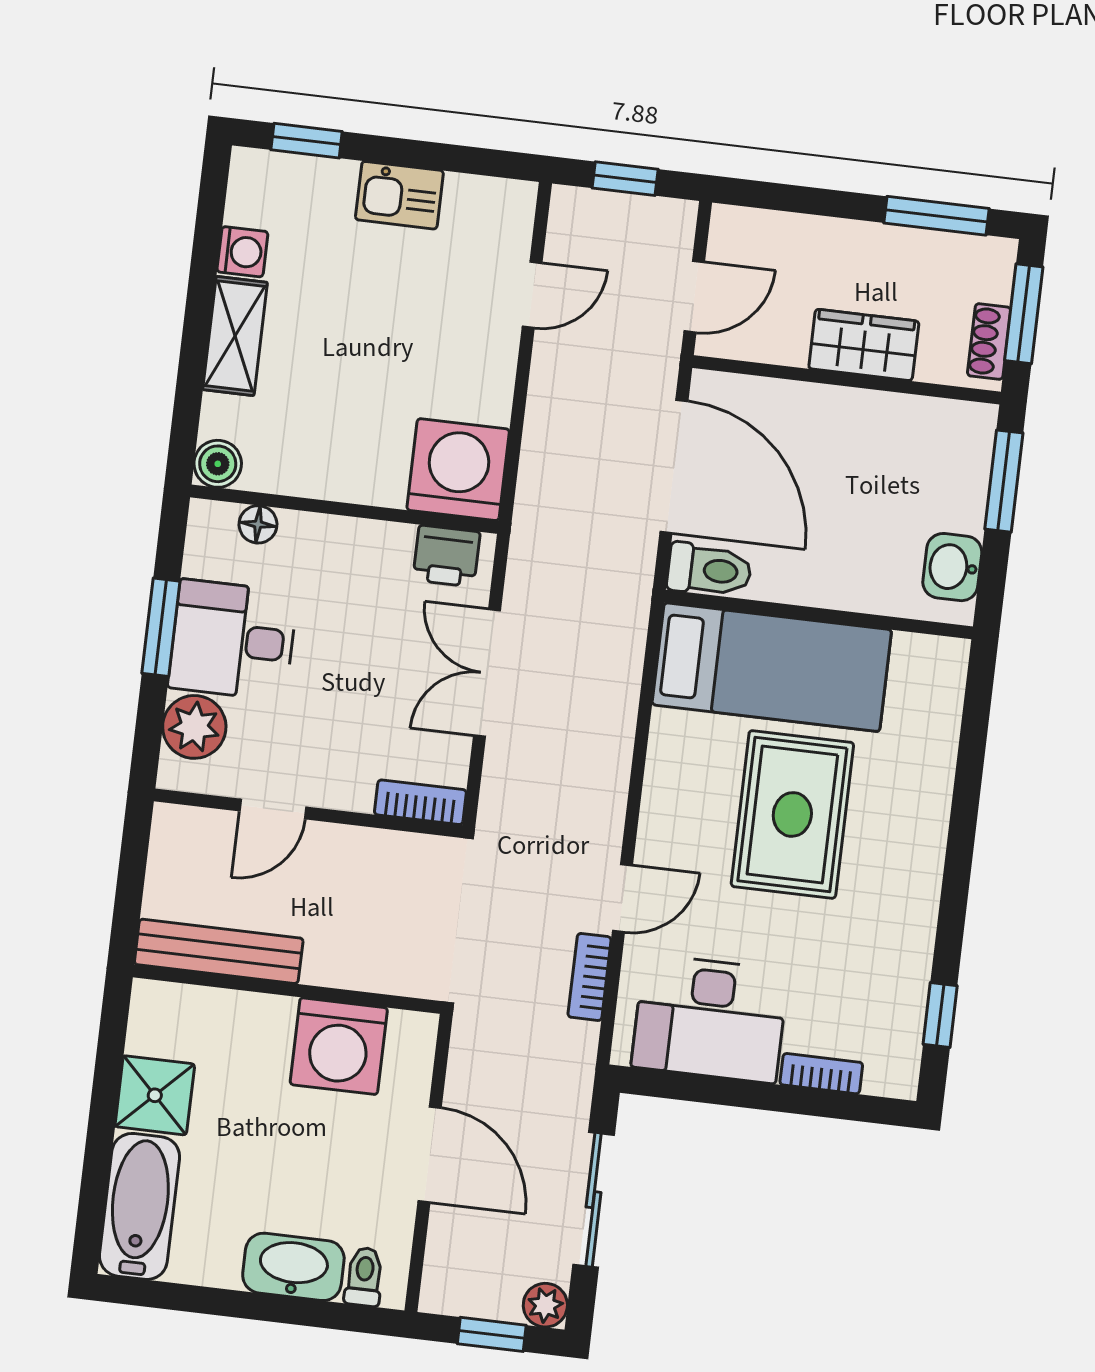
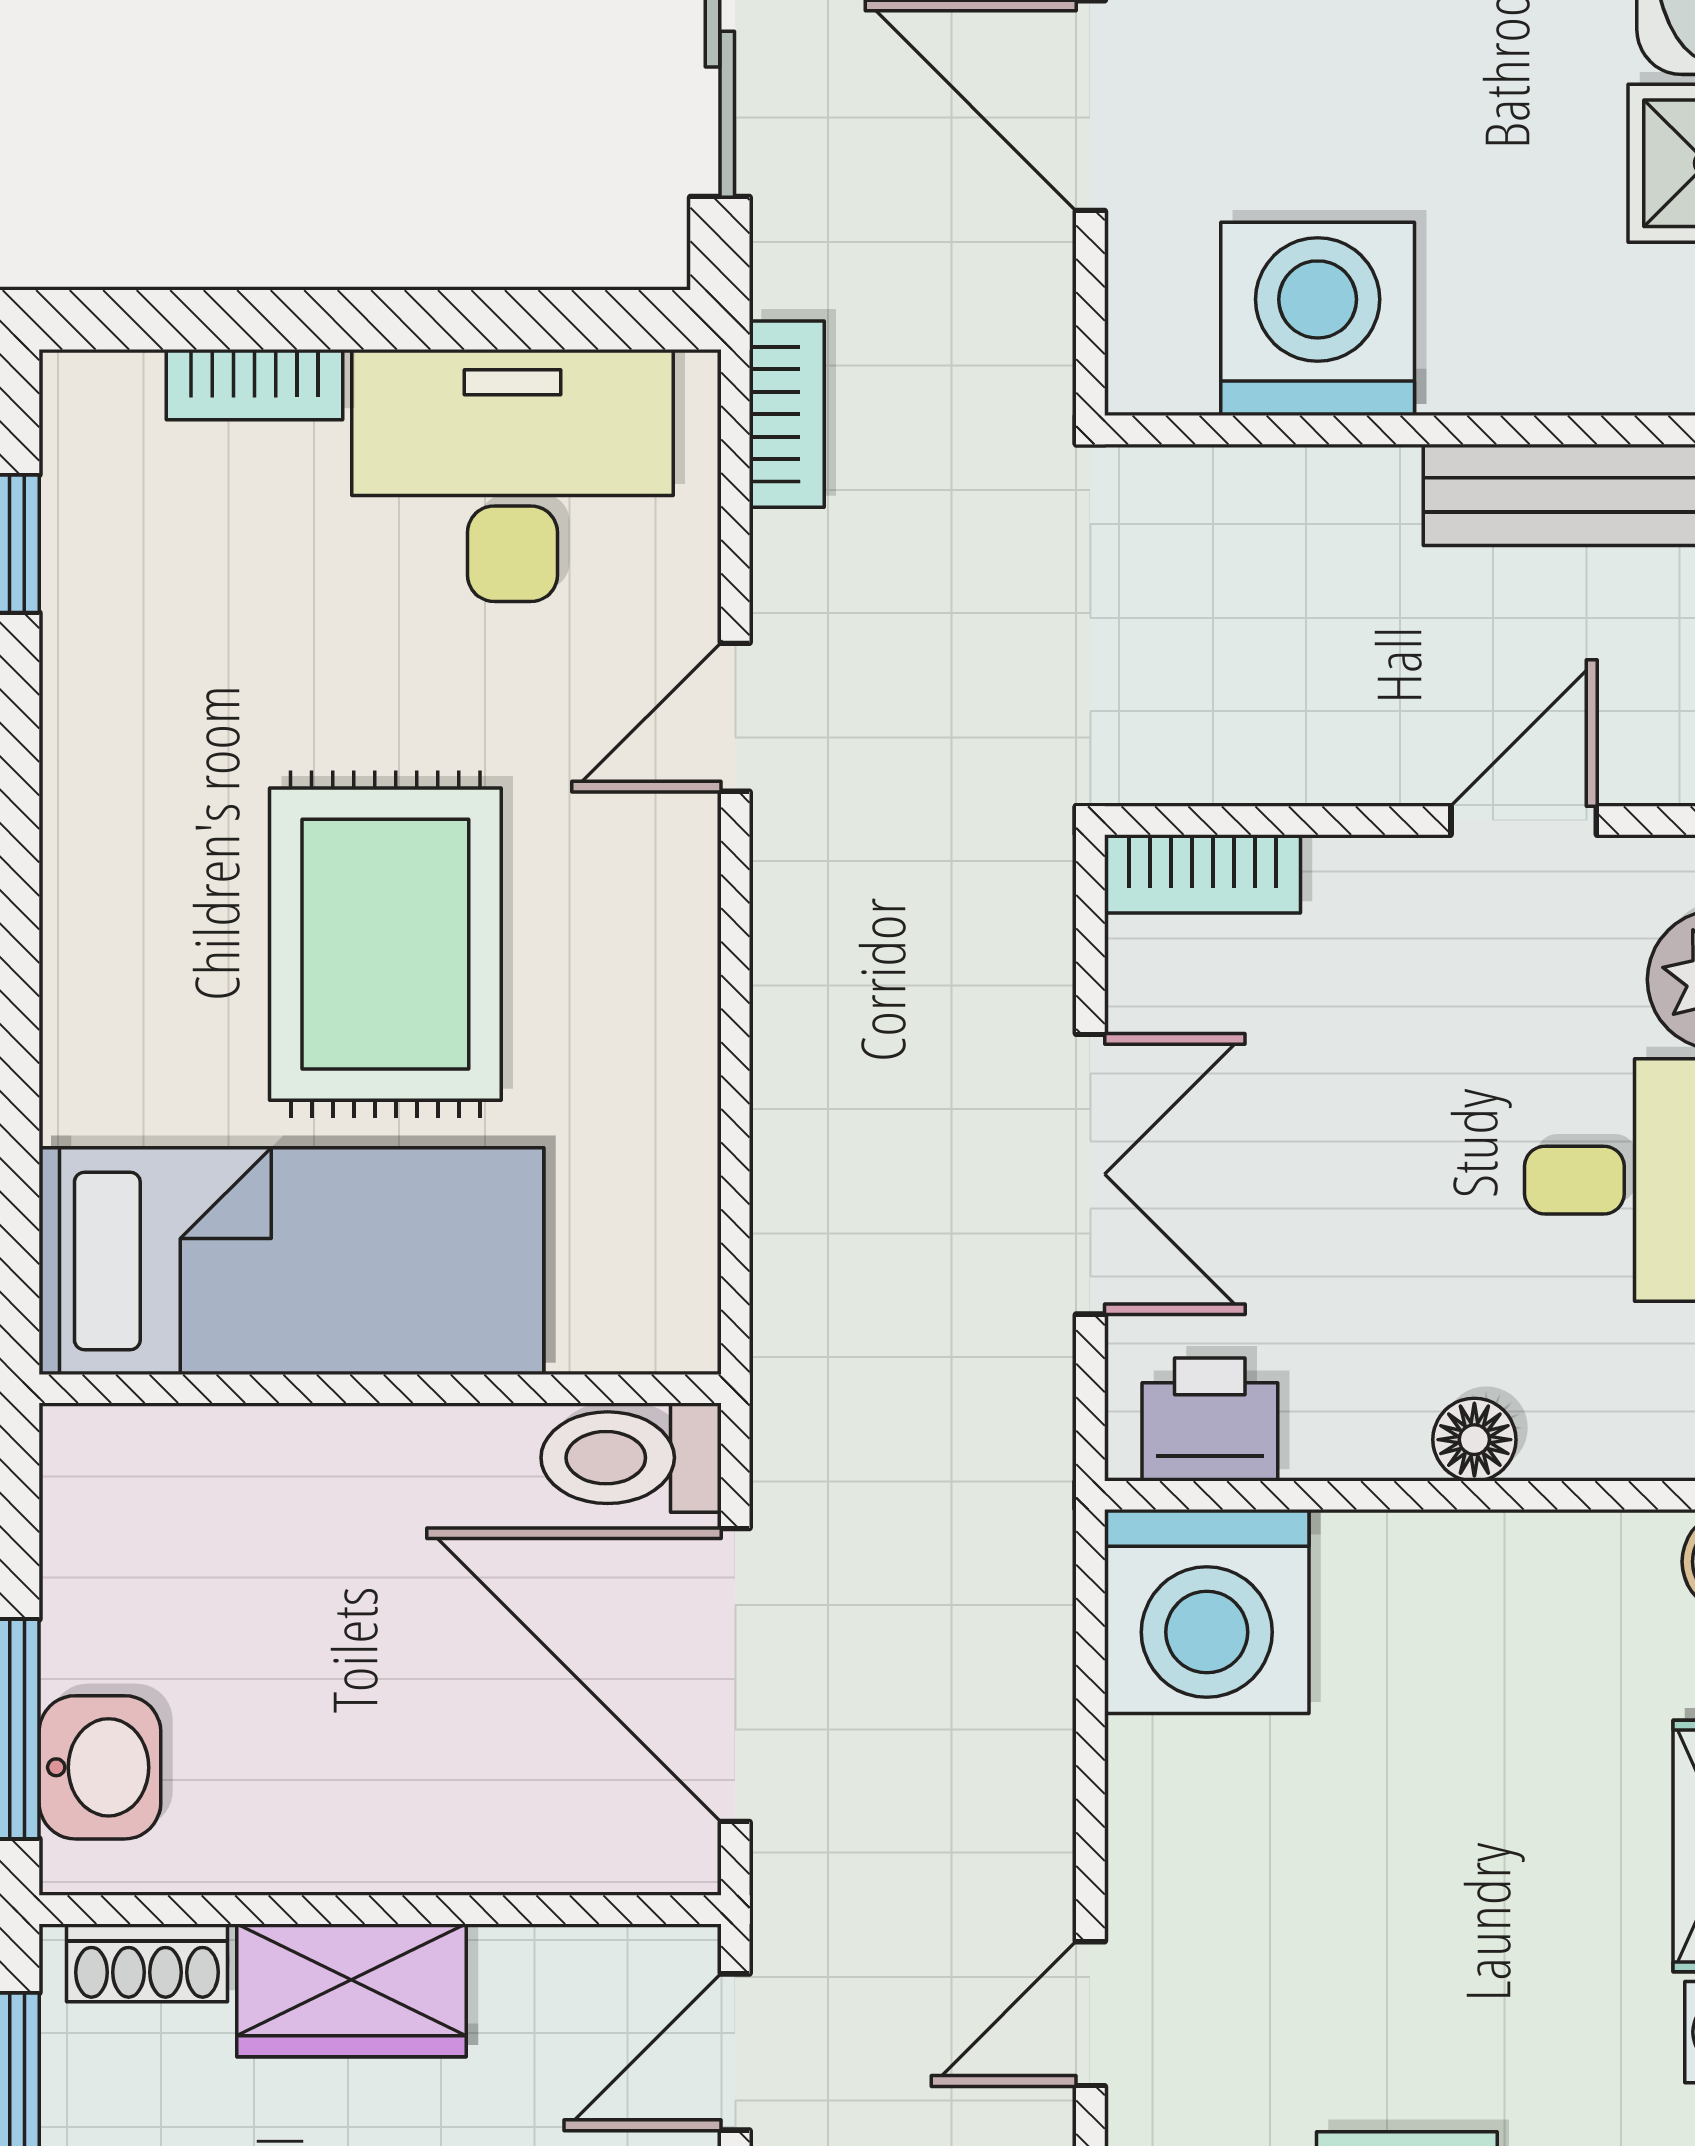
shoe rack: (989, 342) -> (147, 1963), moved, turned 90
floor lamp: (258, 524) -> (1474, 1440), moved
washbasin: (952, 567) -> (100, 1767), moved
bed: (772, 667) -> (291, 1261), moved, turned 180
bookcase: (590, 977) -> (787, 414), moved

